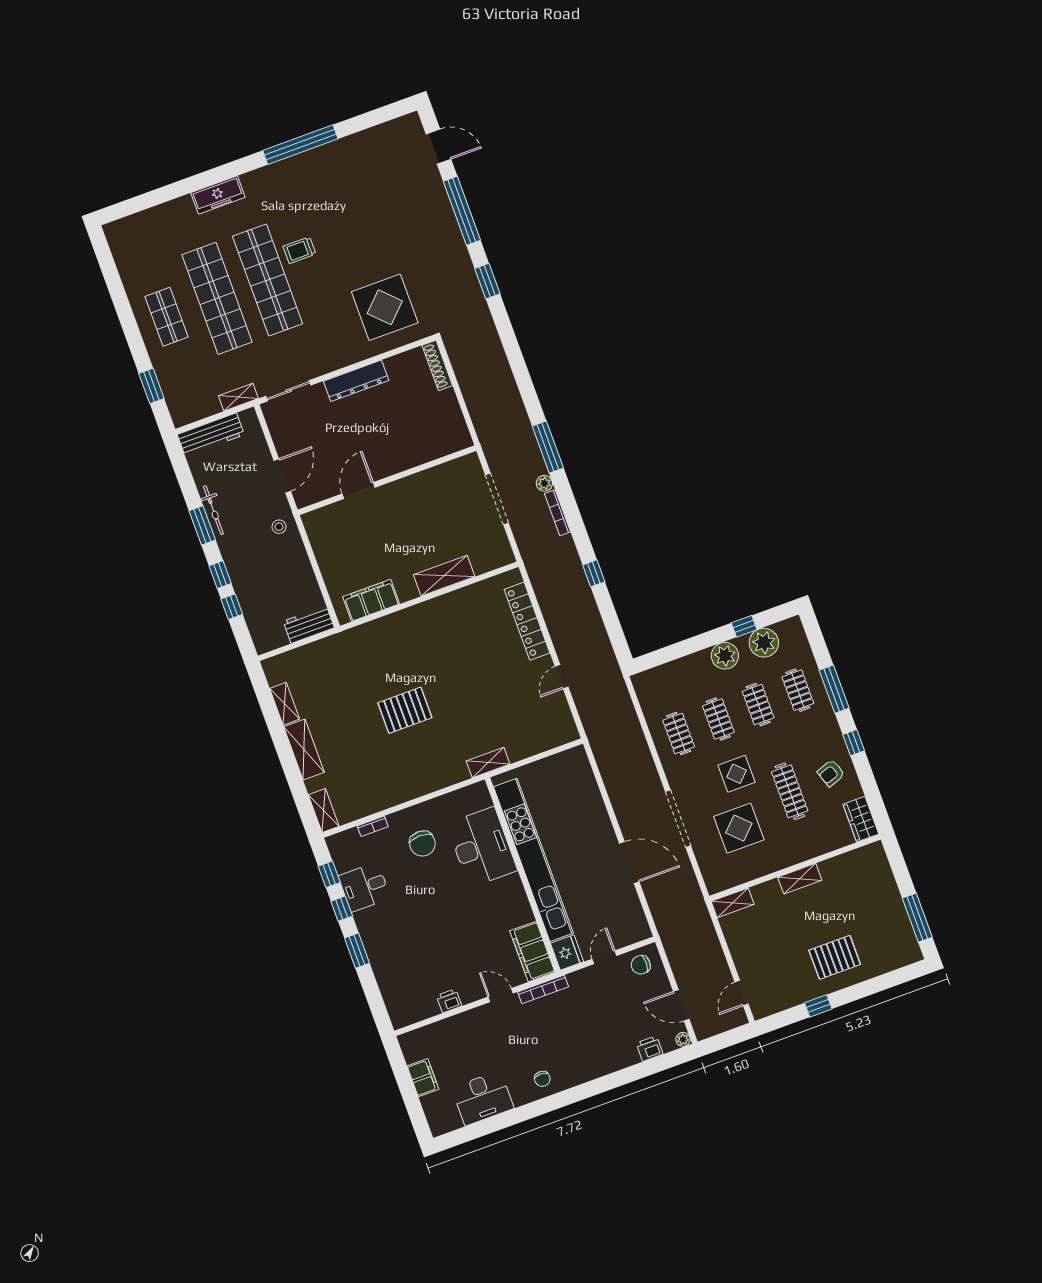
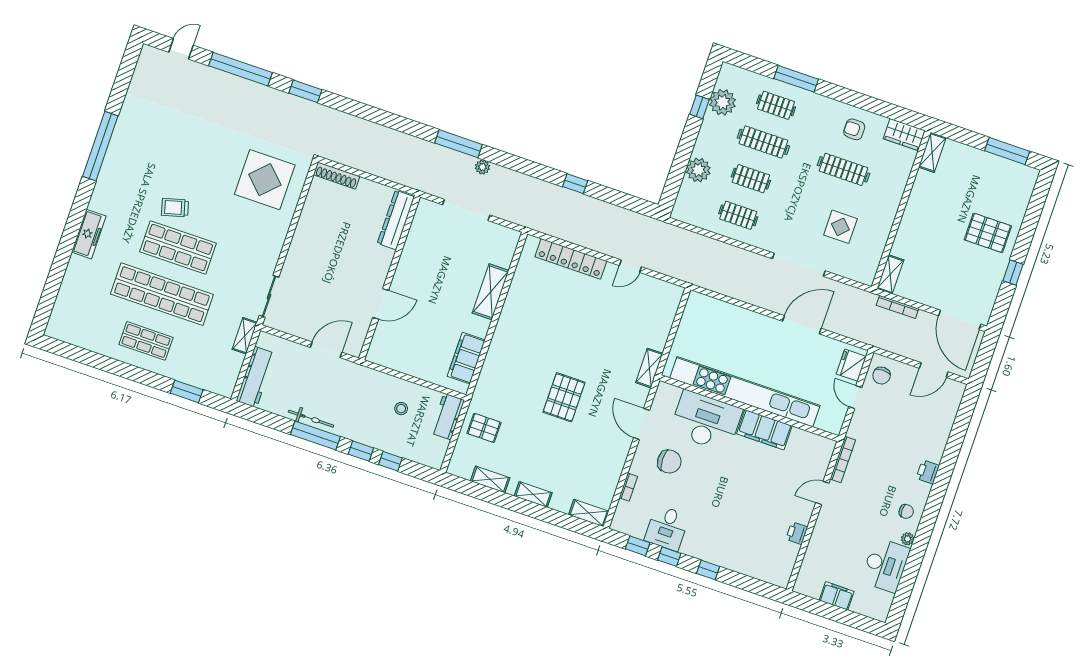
door: (438, 147) -> (181, 49), width x0.73
trolley: (299, 250) -> (175, 208), turned 75
shop shelf: (268, 280) -> (178, 248), width x0.71
dresser: (356, 381) -> (396, 220), moved, turned 180
door: (282, 476) -> (326, 350), hinge flipped
door: (359, 491) -> (381, 304), swing flipped
bookcase: (557, 513) -> (897, 307), moved
window: (202, 525) -> (315, 435), width x1.44
stool: (279, 527) -> (401, 409), moved
plant: (725, 656) -> (698, 170), moved
pallet: (324, 663) -> (484, 428), added
door: (562, 677) -> (630, 266), hinge flipped
clothes rail: (758, 705) -> (763, 142), width x1.36
window: (854, 743) -> (846, 96), removed
shelving: (304, 750) -> (533, 494), width x0.67, depth x0.75
armchair: (831, 773) -> (854, 129), turned 109
display table: (737, 774) -> (800, 197), removed
door: (435, 794) -> (642, 424), added
display table: (739, 828) -> (840, 227), width x0.73, depth x0.73
shelving: (800, 879) -> (932, 152), moved
window: (357, 951) -> (708, 570), width x0.67
filing cabinet: (532, 951) -> (764, 430), moved
fridge: (567, 952) -> (851, 365), moved, turned -90
pallet: (835, 957) -> (988, 233), turned 90
door: (741, 993) -> (960, 320), width x1.87
plant: (683, 1039) -> (908, 539), moved
printer: (650, 1049) -> (928, 472), moved

